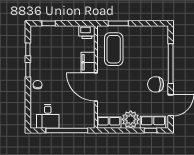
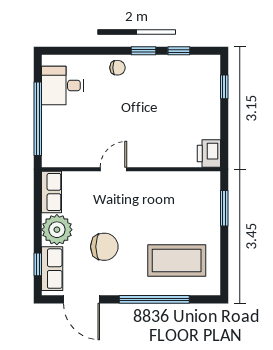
coffee table: (114, 49) -> (177, 261), moved
filing cabinet: (88, 62) -> (156, 155), removed
chair: (156, 84) -> (104, 247), moved, turned 90
door: (96, 87) -> (113, 169), width x0.53

